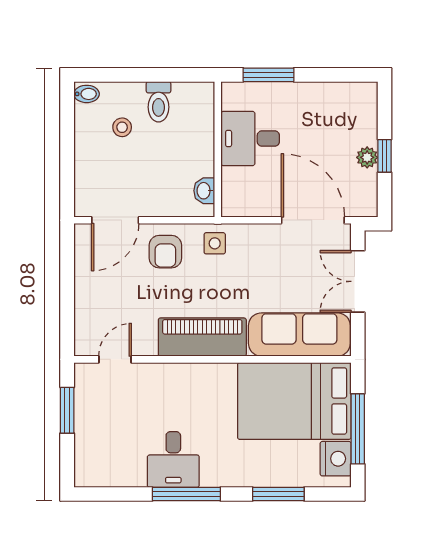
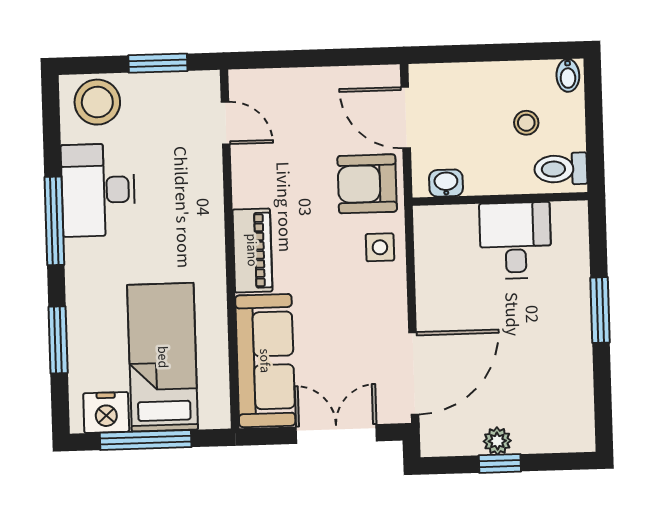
desk: (250, 139) -> (515, 240), moved
wall: (218, 149) -> (500, 199), moved
washbasin: (204, 191) -> (446, 183), moved
armchair: (165, 252) -> (367, 184), width x1.38, depth x1.38
piano: (202, 337) -> (252, 250), width x0.73, depth x0.75
bed: (294, 401) -> (163, 357), width x0.67
stool: (96, 458) -> (97, 102), added
desk: (173, 459) -> (98, 190), width x1.37

